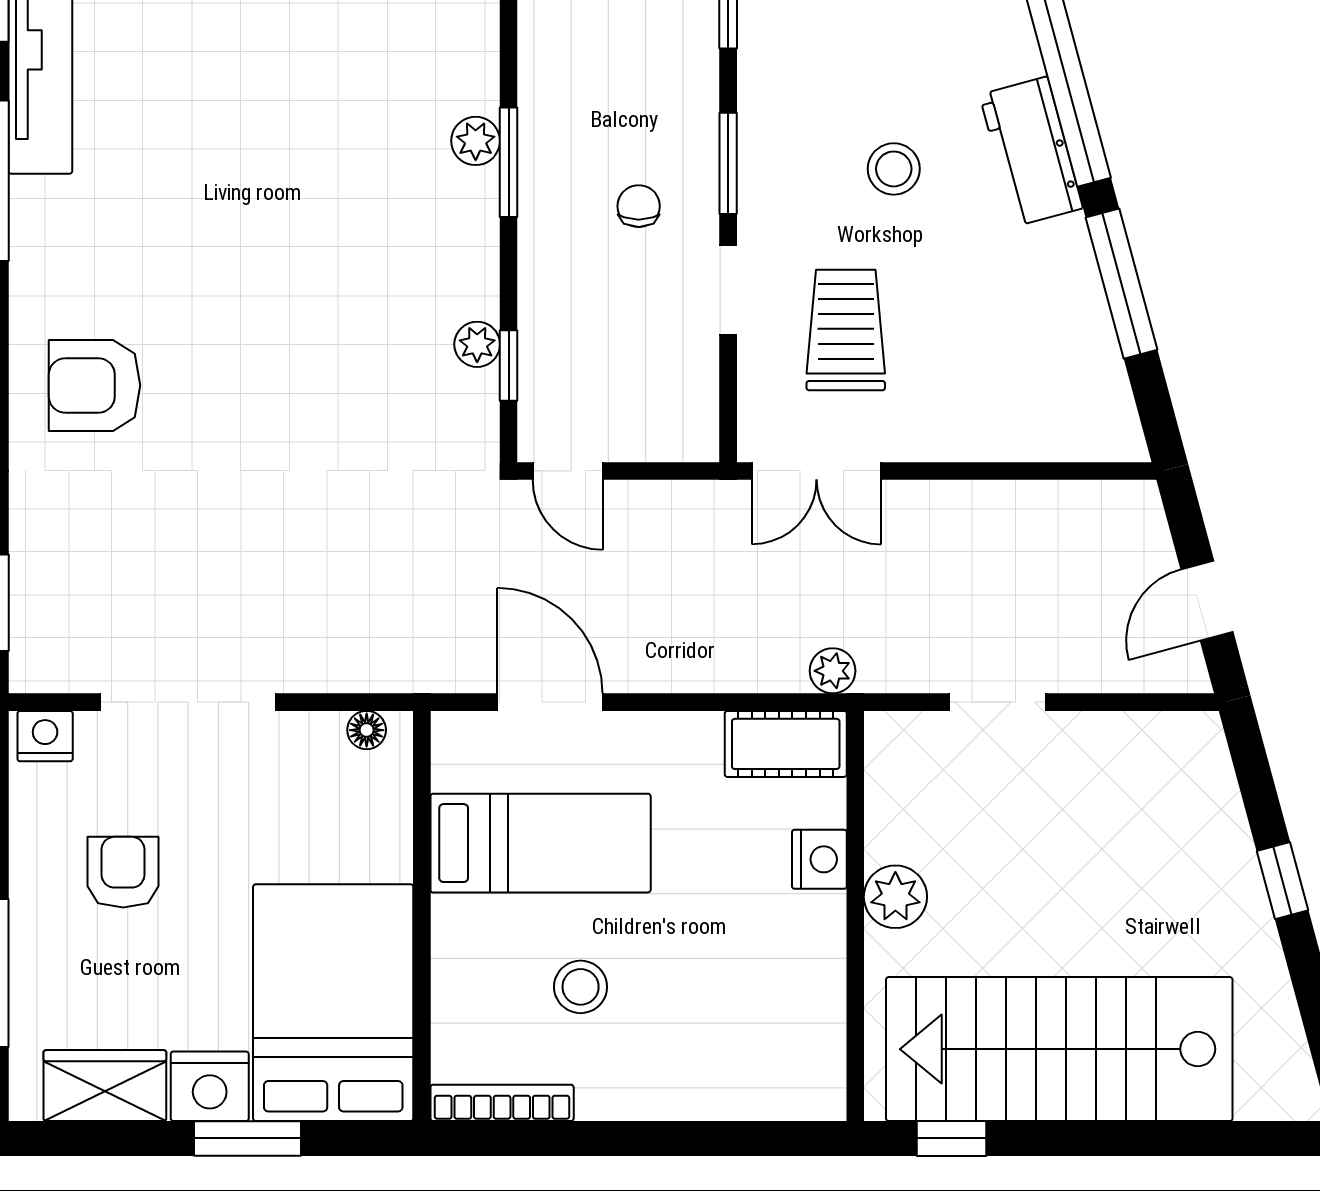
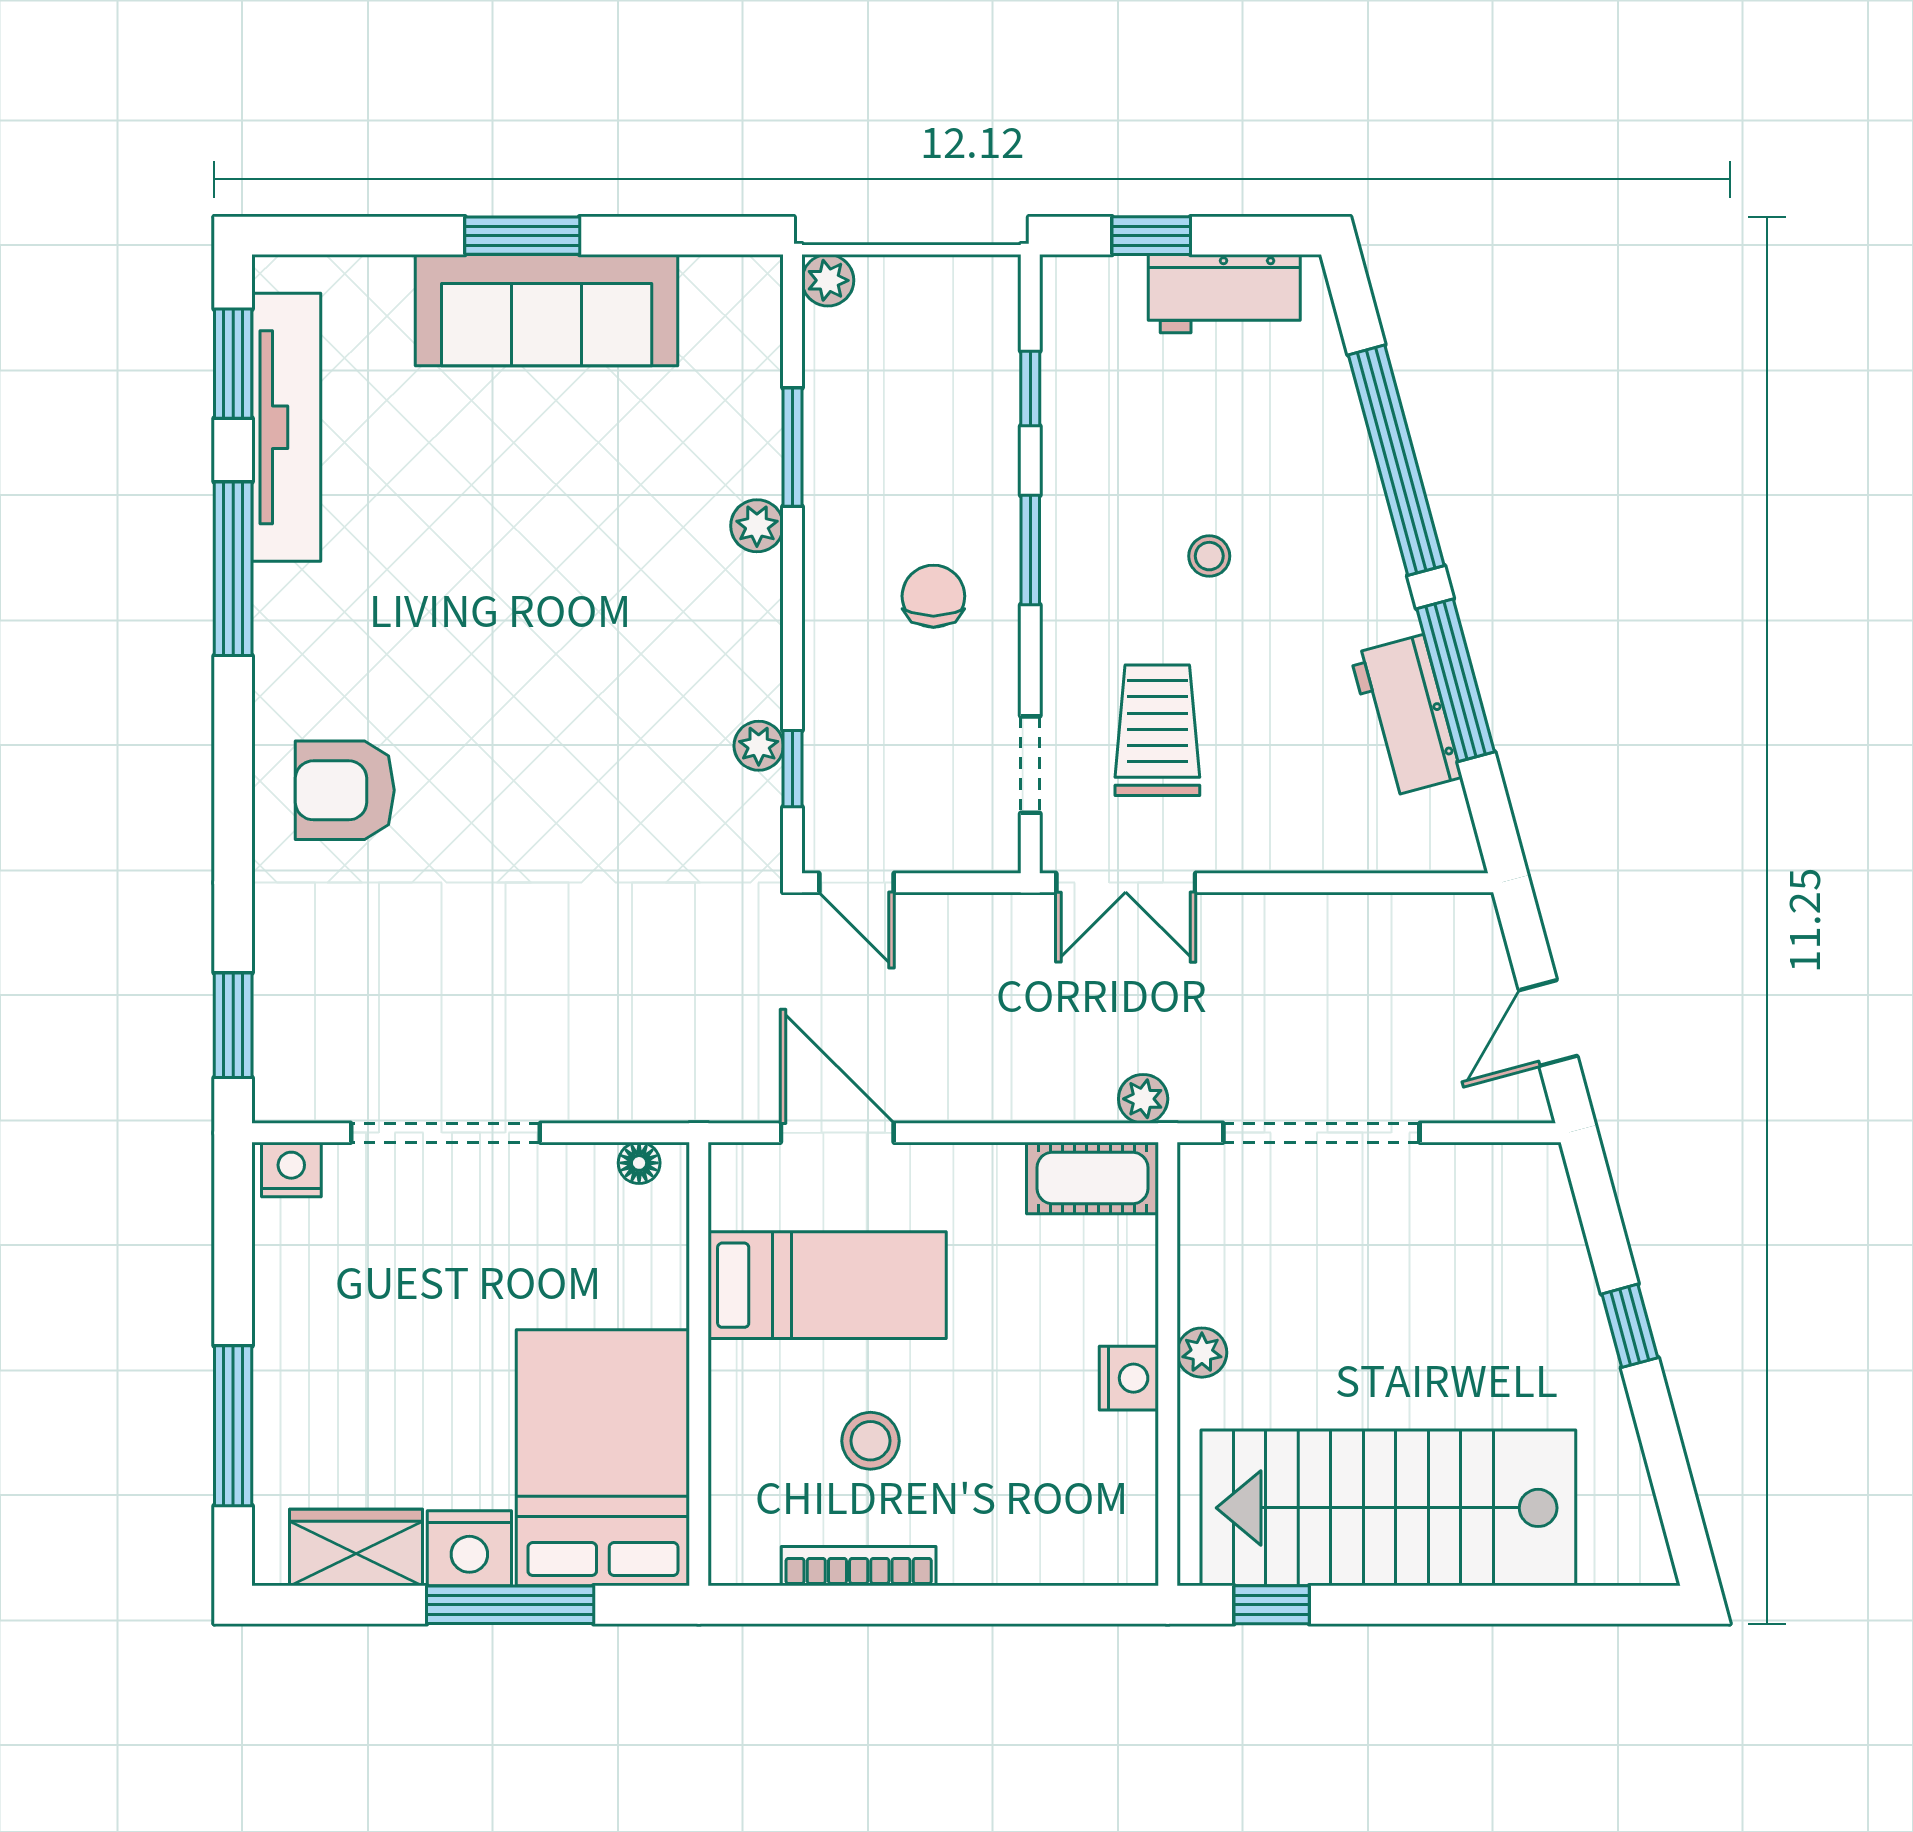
workbench: (1031, 151) -> (1406, 716), moved
window: (509, 162) -> (793, 447), moved
stool: (894, 169) -> (1209, 556), width x0.73, depth x0.73
chair: (639, 206) -> (933, 596), width x1.37, depth x1.37
doorway: (728, 290) -> (1030, 765), moved
doorway: (997, 702) -> (1321, 1133), width x1.87
nightstand: (819, 859) -> (1129, 1378), moved
armchair: (123, 872) -> (376, 1317), removed
plant: (895, 897) -> (1202, 1353), width x0.73, depth x0.73
bookcase: (502, 1103) -> (859, 1566), moved
window: (247, 1138) -> (510, 1605), width x1.44

